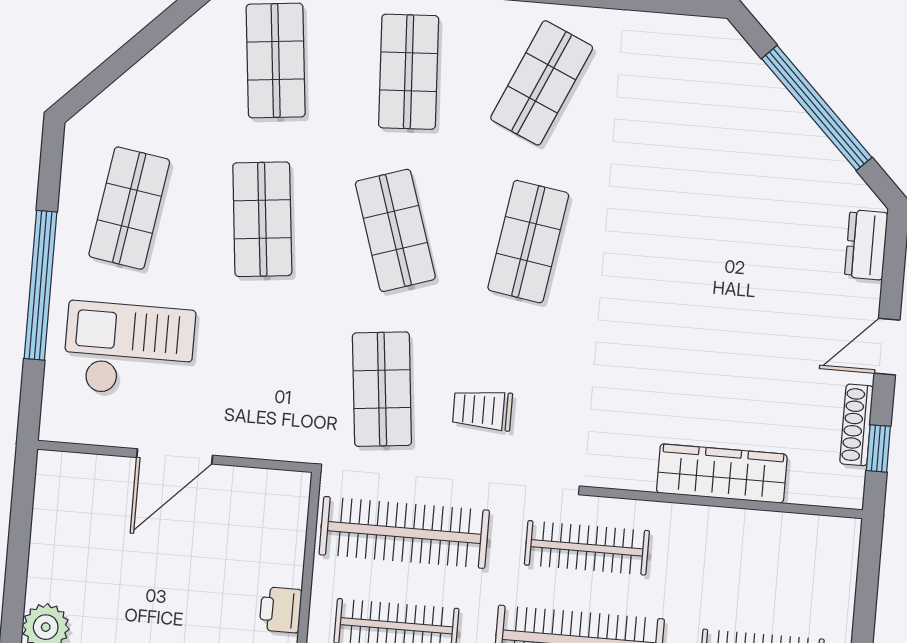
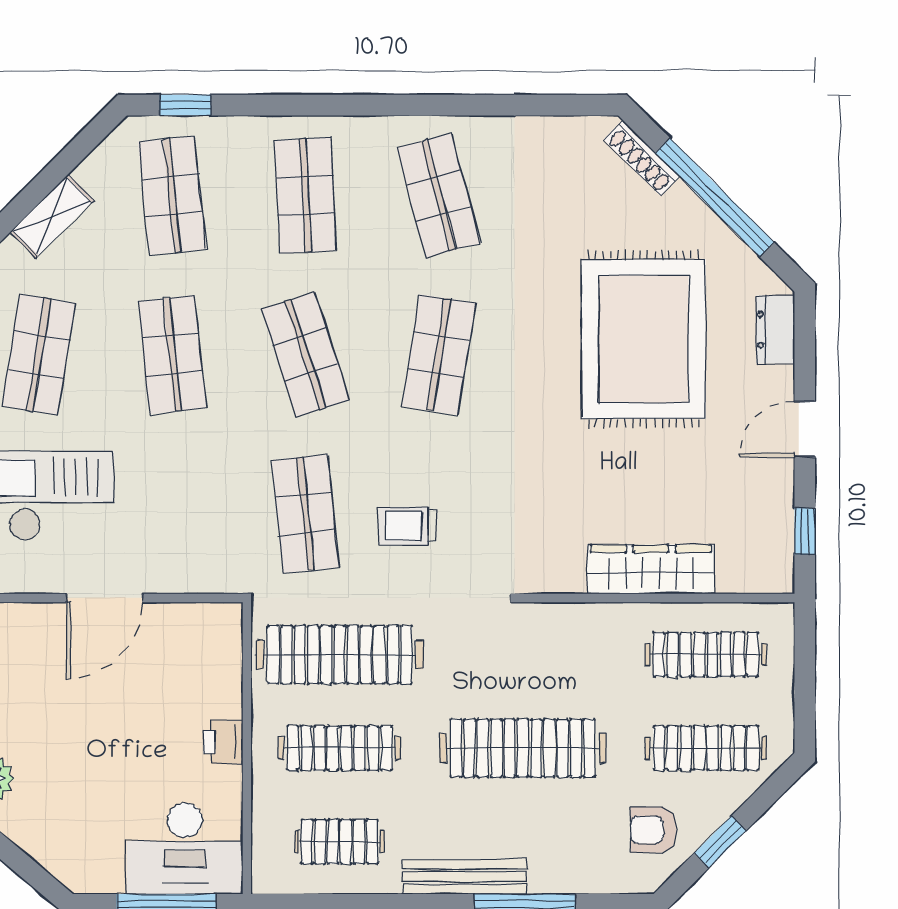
shelving: (154, 71) -> (52, 216), added
shop shelf: (542, 83) -> (439, 196), turned -39
rug: (734, 243) -> (644, 339), added
shoe rack: (857, 425) -> (642, 158), moved, turned -45
clothes rail: (587, 548) -> (706, 655), moved

